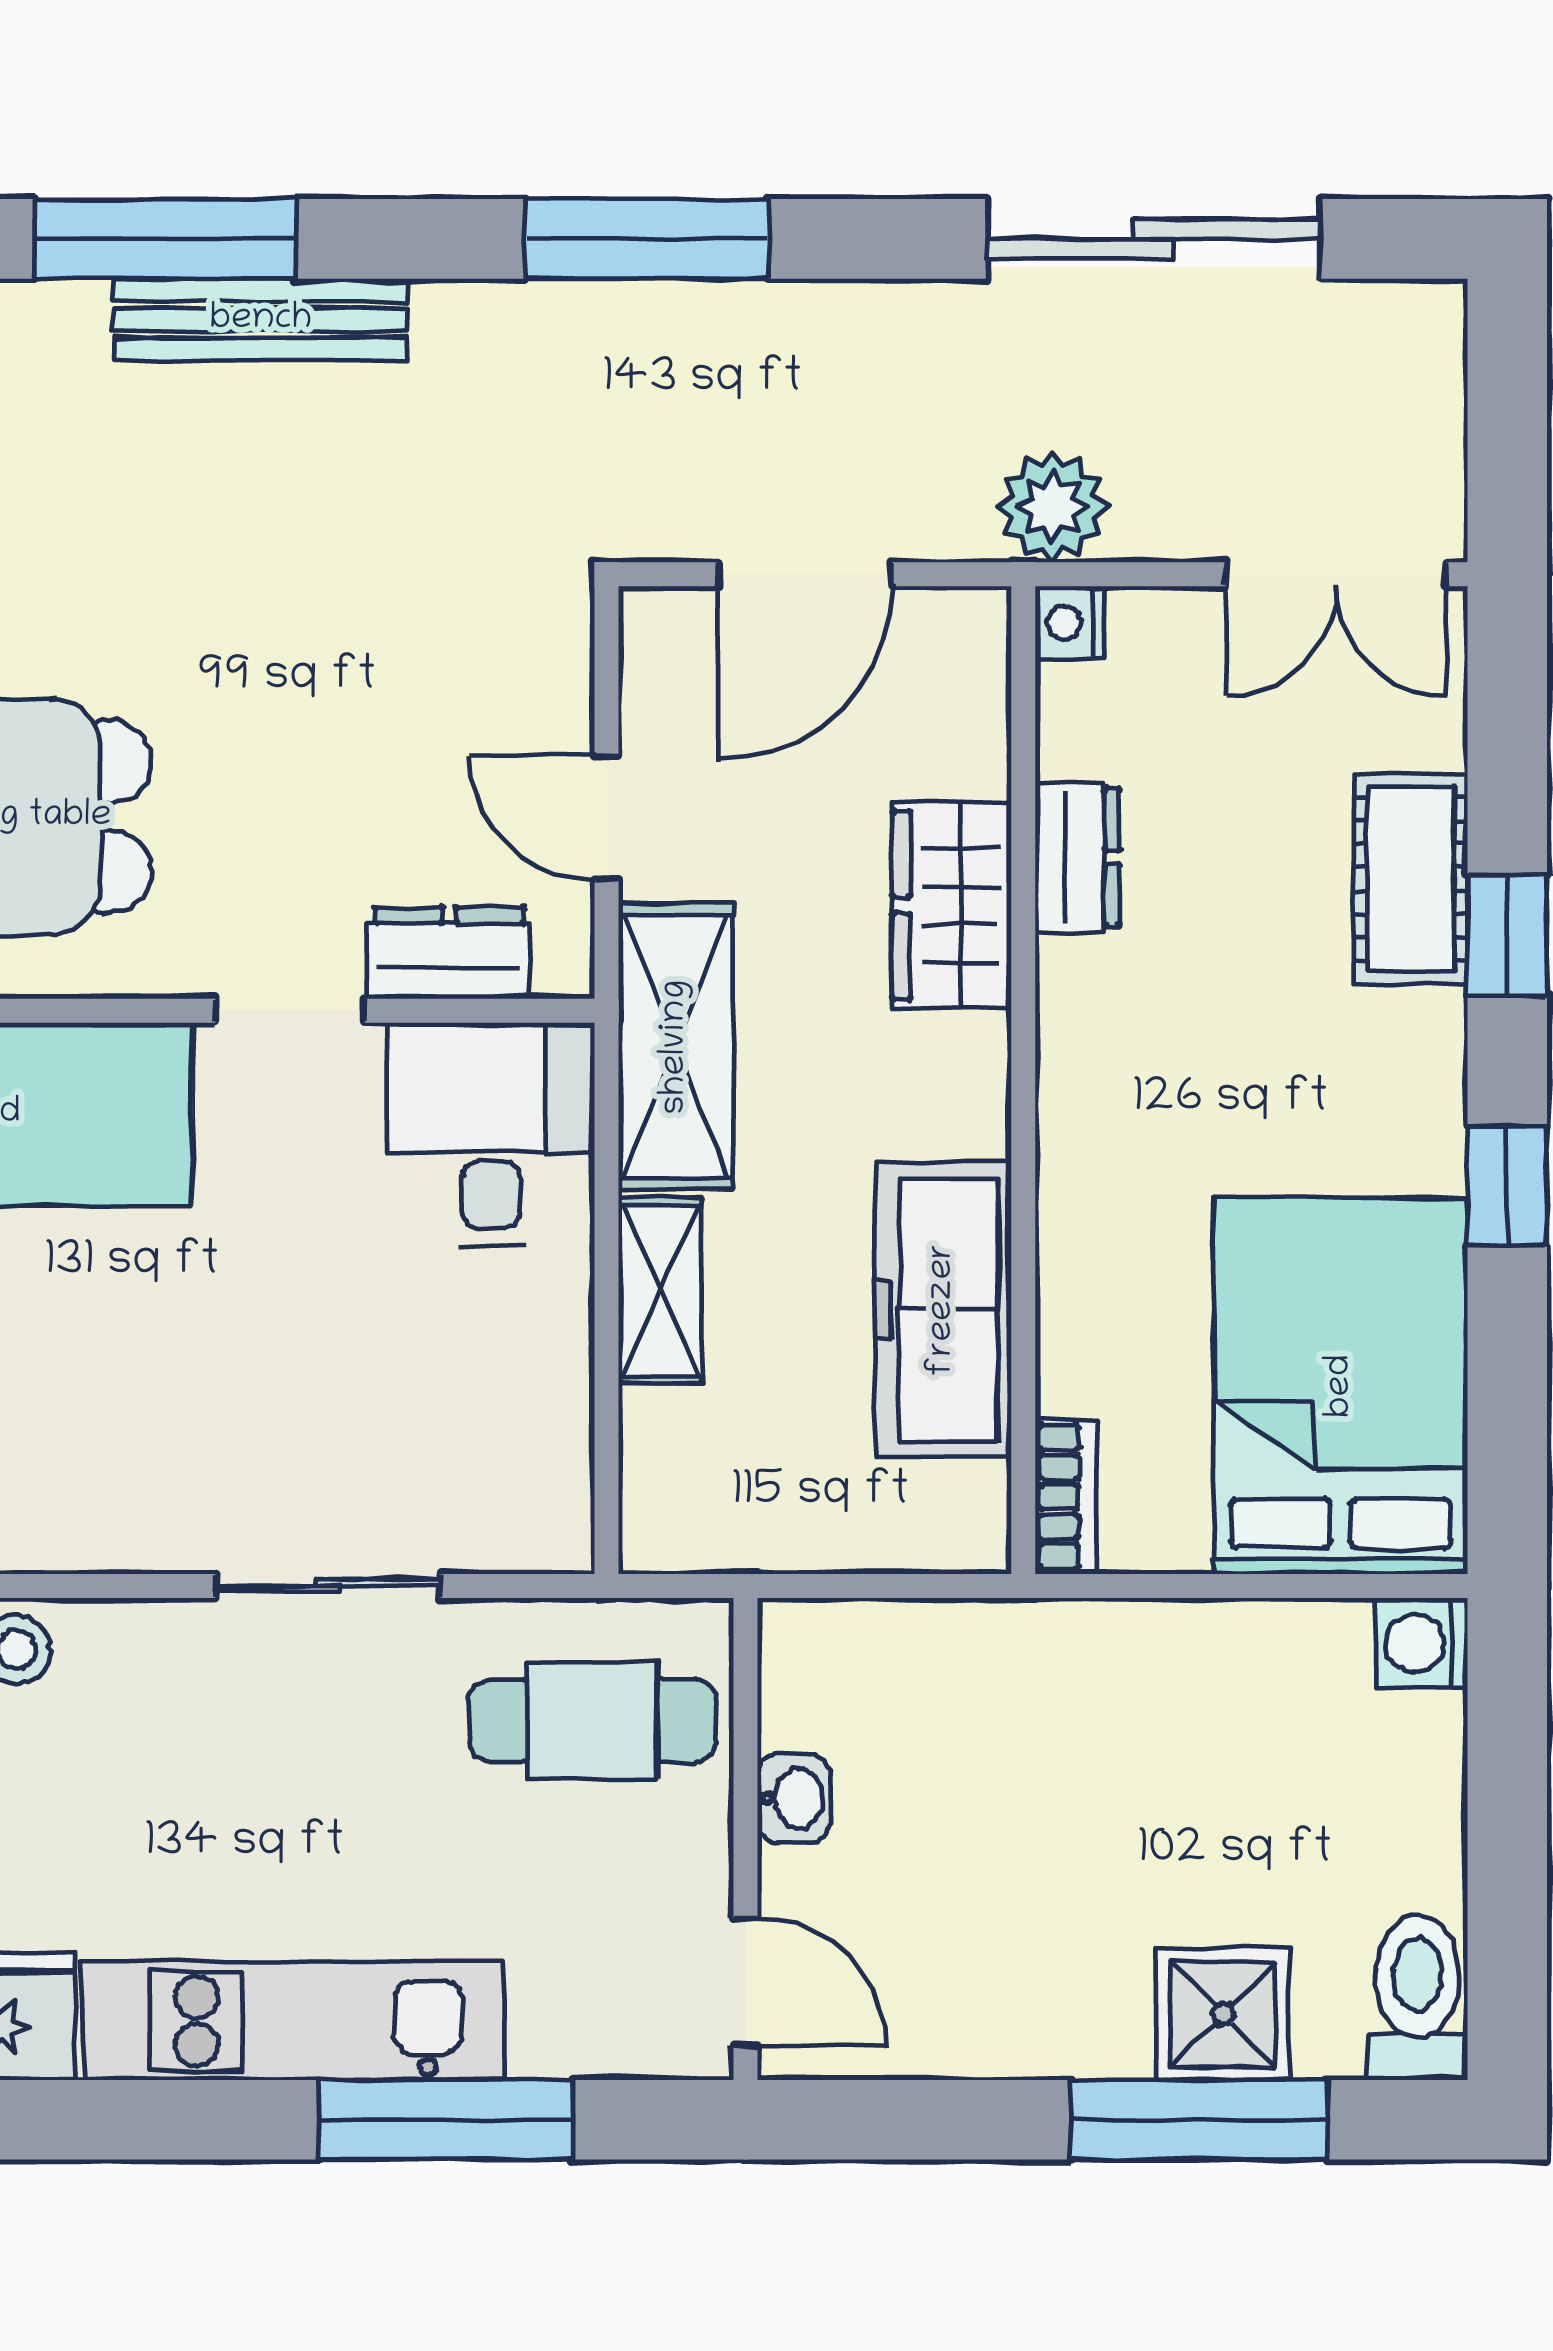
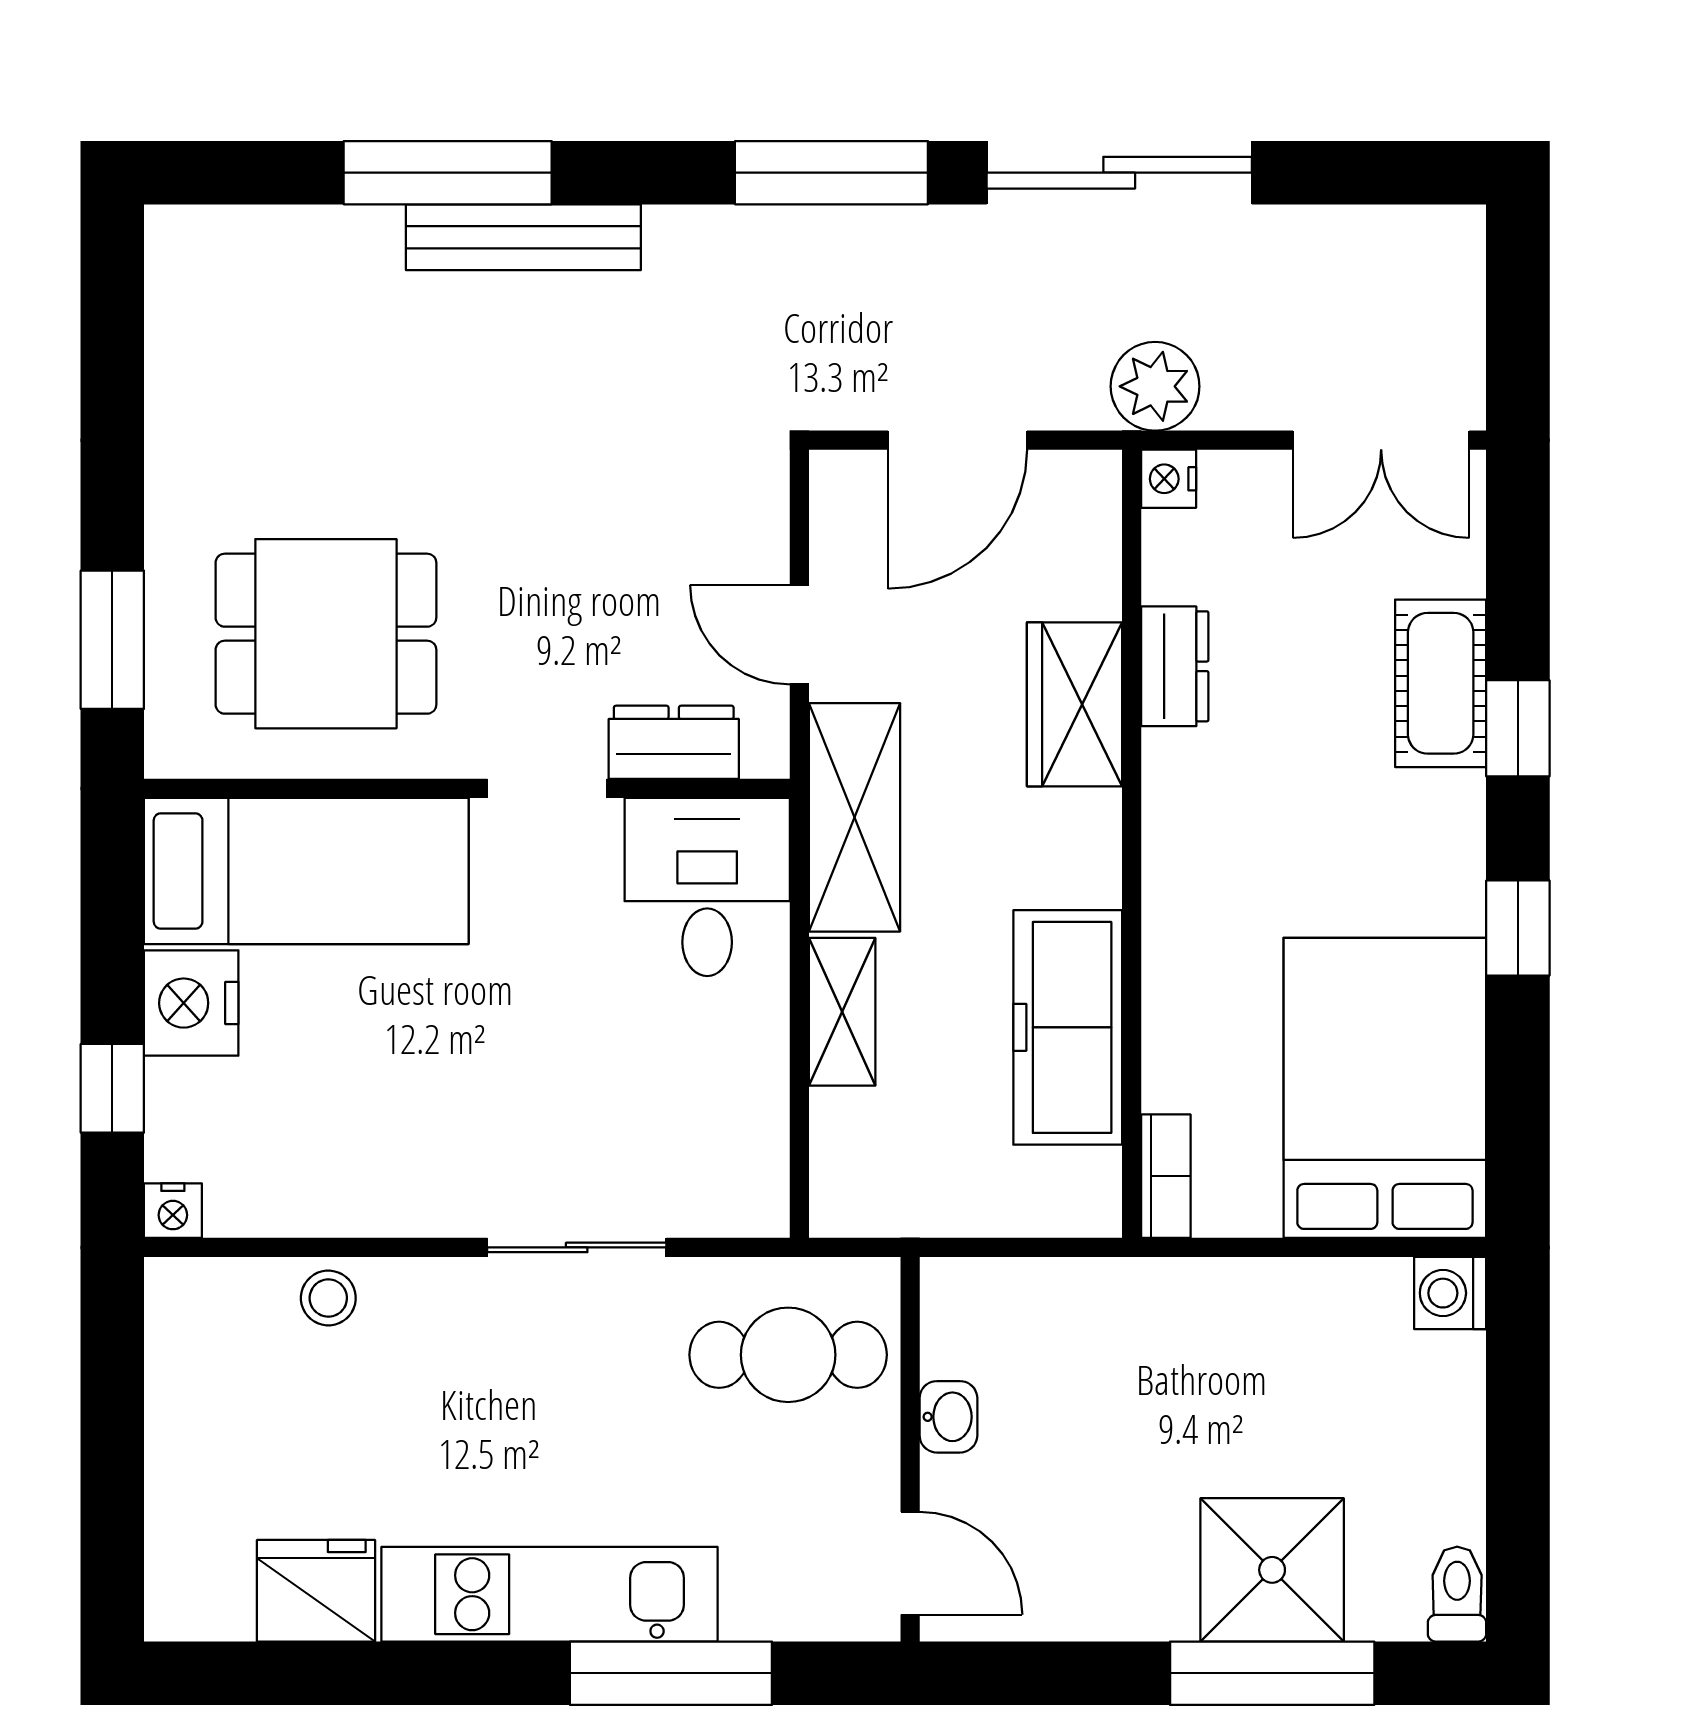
sliding door: (1154, 239) -> (1119, 173), moved
toilet: (1417, 1998) -> (1457, 1594), width x0.73, depth x0.72
shower: (1223, 2014) -> (1272, 1570), width x1.36, depth x1.36

